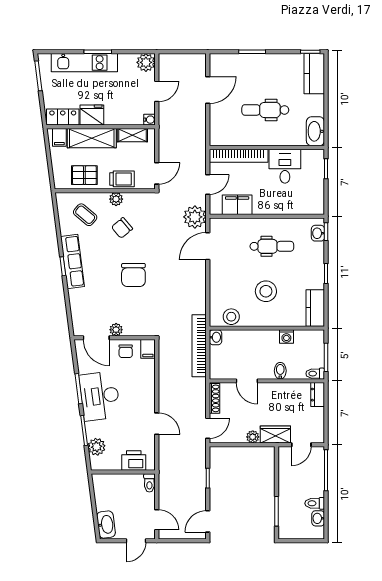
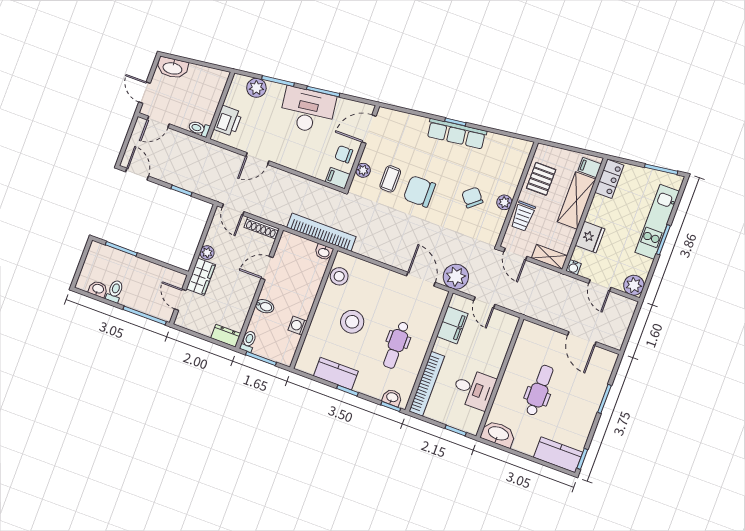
fridge: (92, 115) -> (590, 237), moved
shelving: (132, 135) -> (549, 257), moved, turned 90
bookcase: (239, 156) -> (427, 384), moved, turned 180
coffee table: (85, 215) -> (390, 179), moved, turned -40
kitchen counter: (315, 308) -> (336, 374), moved
plant: (116, 330) -> (363, 170), moved

